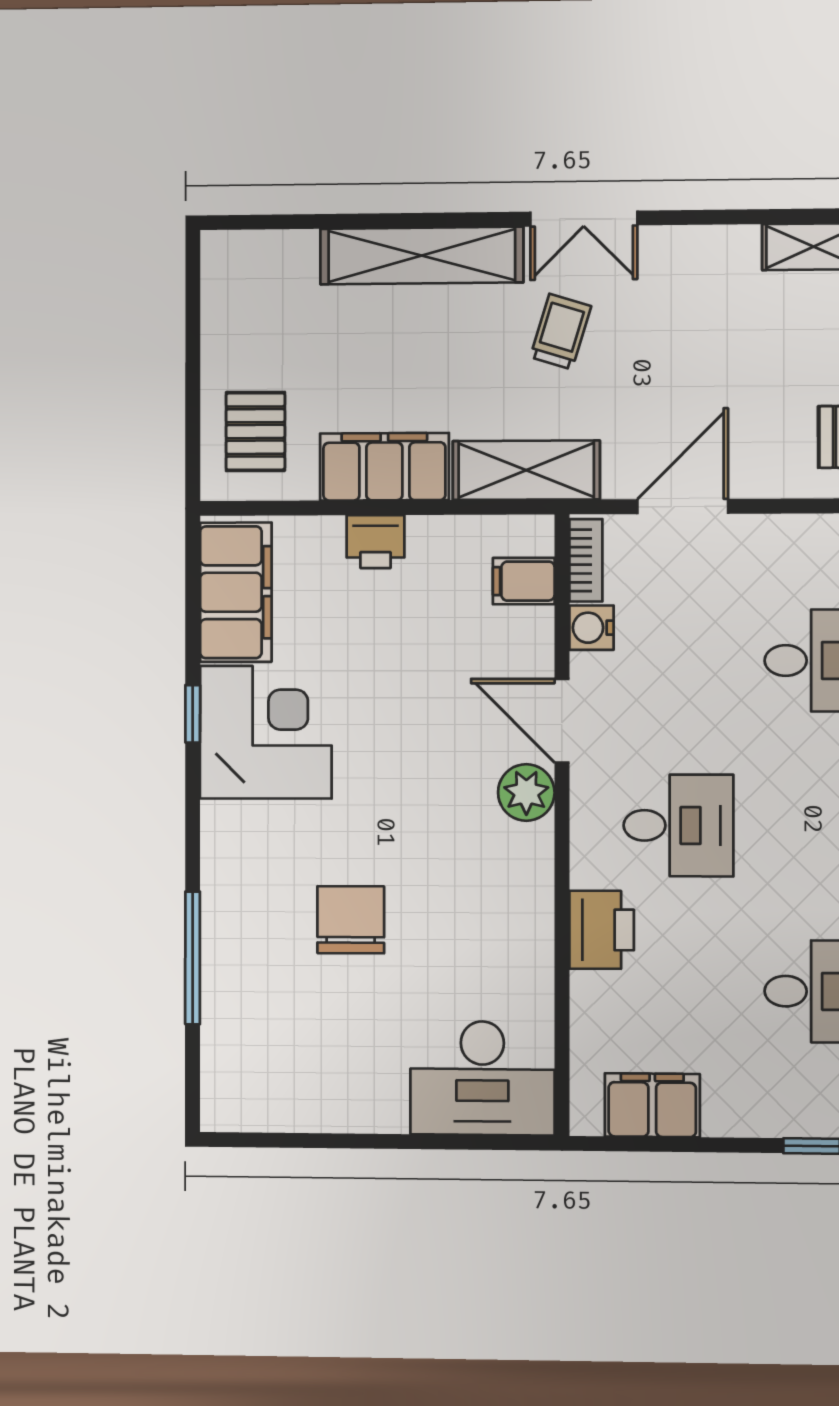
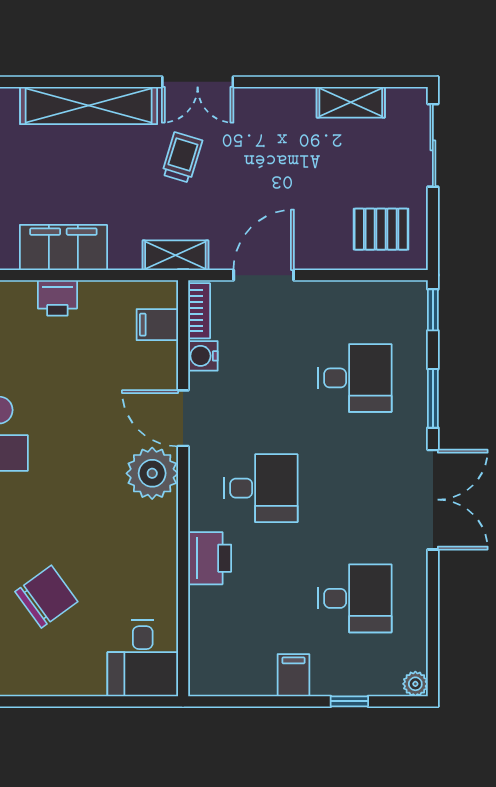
shelving: (526, 470) -> (175, 255), width x0.67, depth x0.75
plant: (526, 792) -> (152, 473), width x1.36, depth x1.36
chair: (351, 920) -> (46, 597), moved, turned 54
desk: (482, 1078) -> (143, 658), width x0.73
filing cabinet: (652, 1105) -> (293, 675), moved, width x0.50

